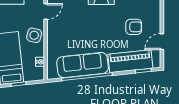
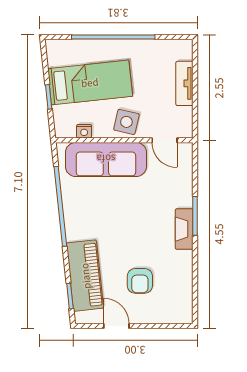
sofa: (83, 65) -> (106, 159), moved, turned 96

